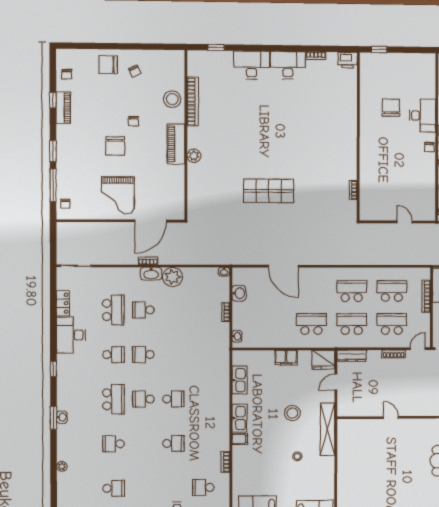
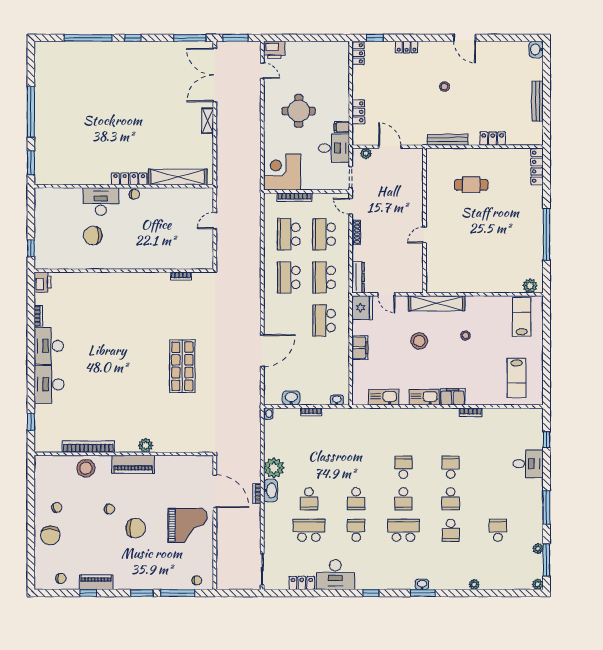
filing cabinet: (240, 439) -> (453, 397), width x2.00
school desk: (203, 488) -> (451, 499), moved

